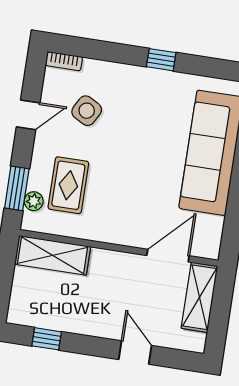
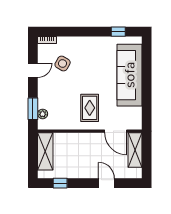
window: (161, 60) -> (118, 32), moved
rug: (68, 185) -> (90, 108), moved
shelving: (53, 255) -> (45, 151), moved, turned 90
door: (168, 256) -> (116, 131), swing flipped

